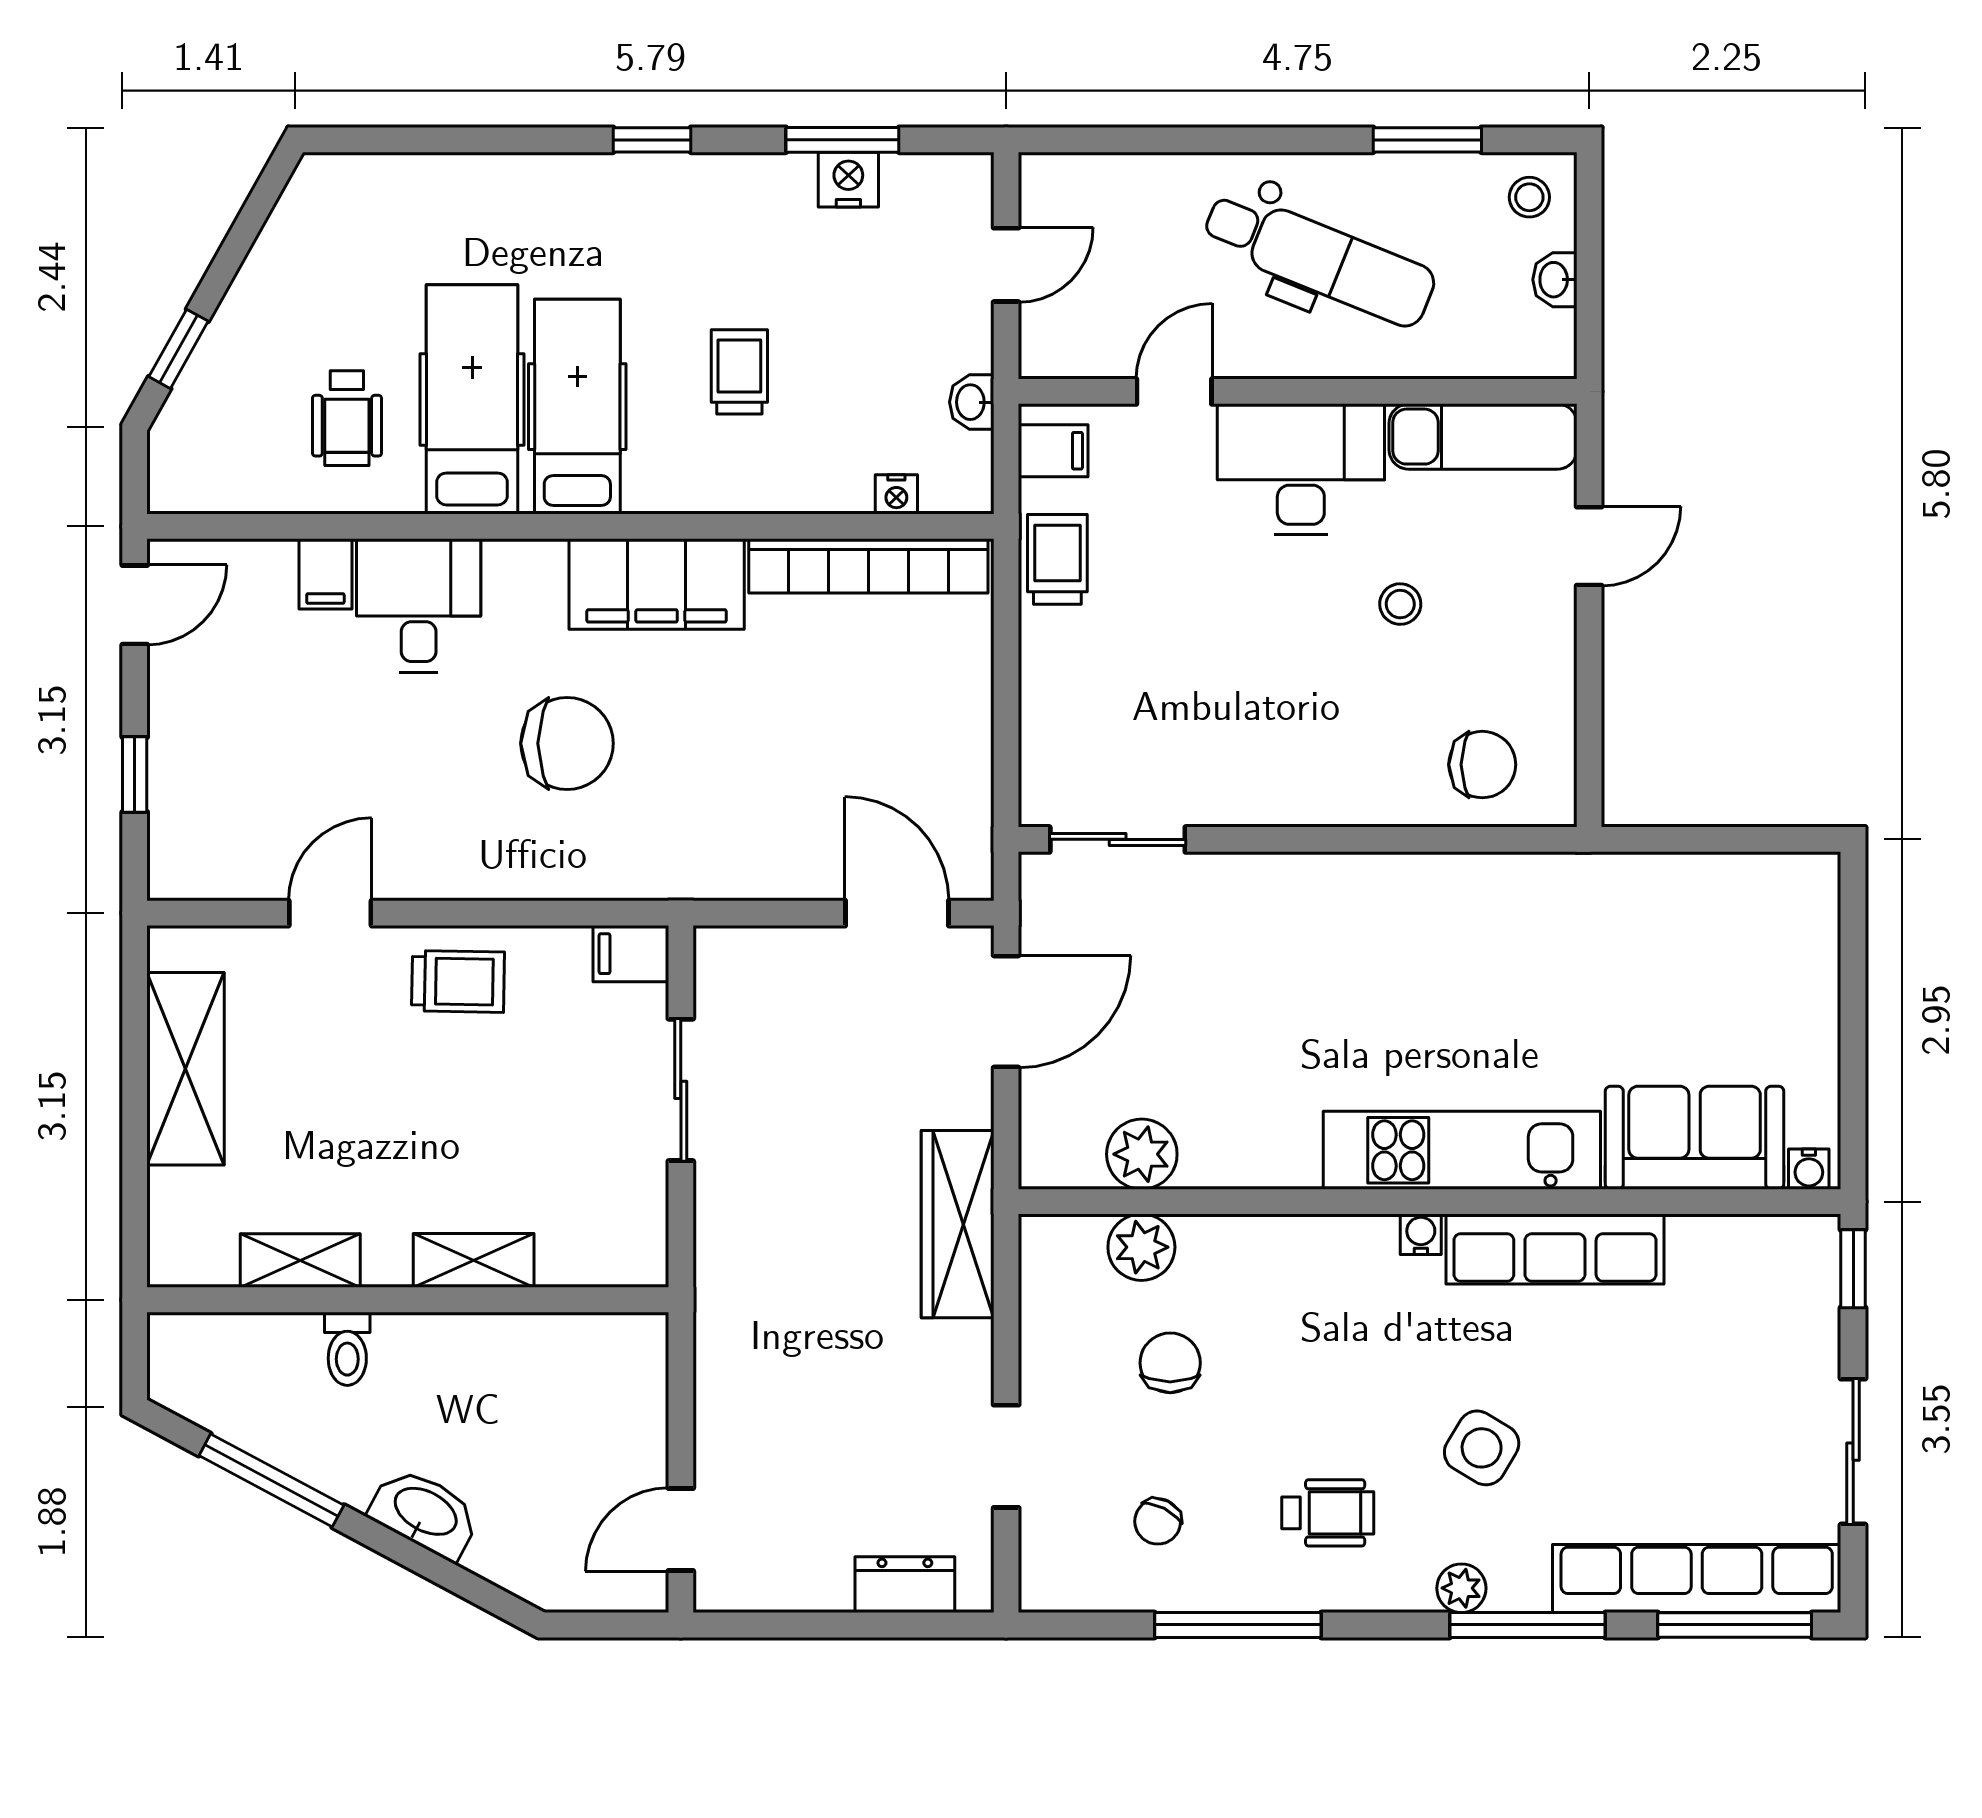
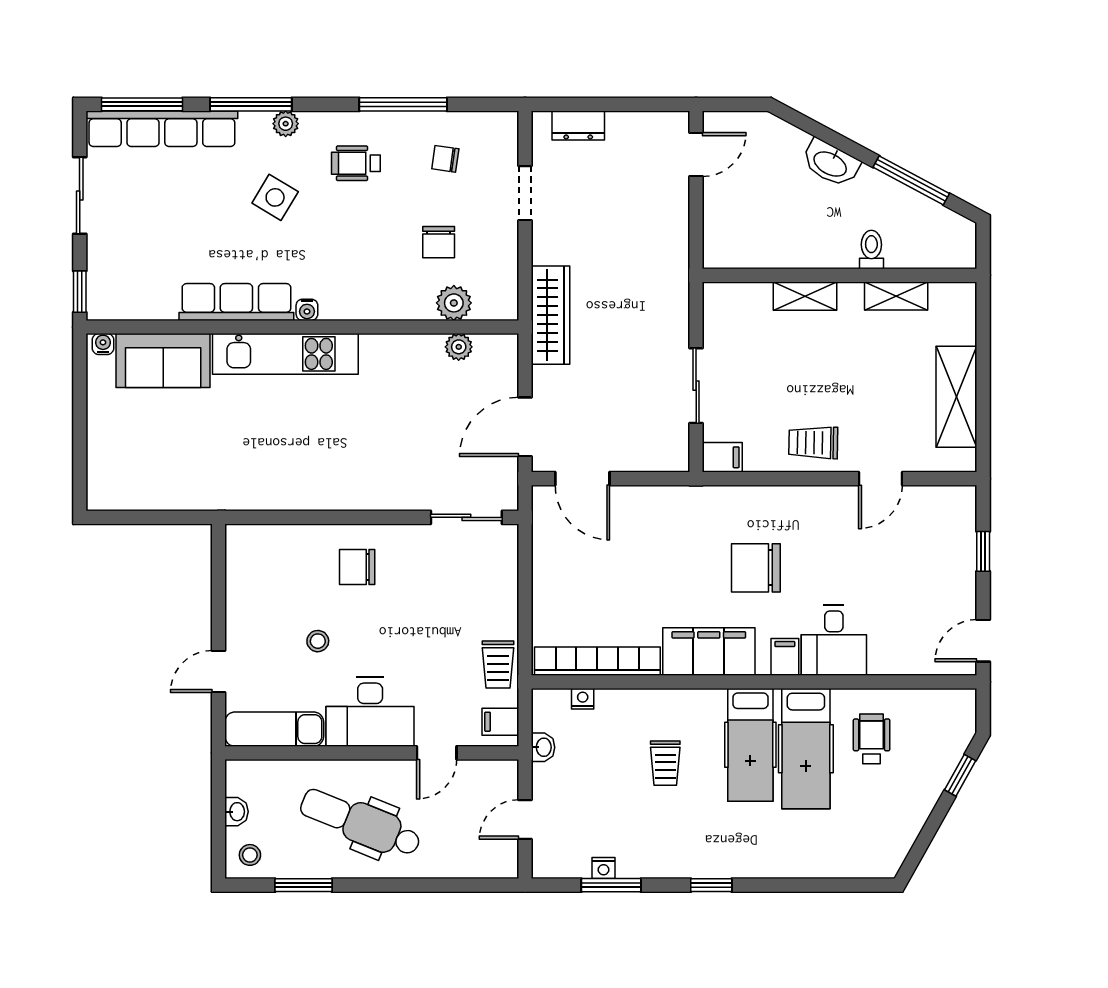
nightstand: (848, 180) -> (604, 868), width x0.72, depth x0.74
filing cabinet: (325, 574) -> (785, 657), moved
chair: (1482, 765) -> (357, 567), moved
plant: (1142, 1154) -> (459, 347), width x0.73, depth x0.73
chair: (1158, 1521) -> (445, 159), turned -109

